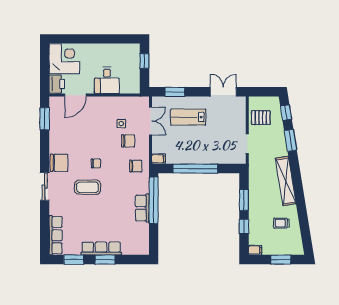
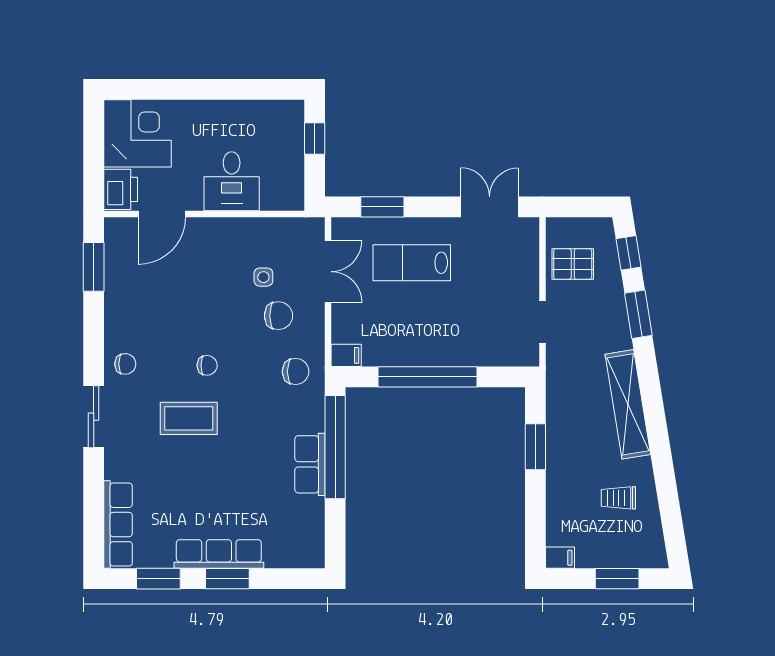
chair: (59, 163) -> (125, 364), width x0.54, depth x0.54
window: (244, 226) -> (535, 505), removed

